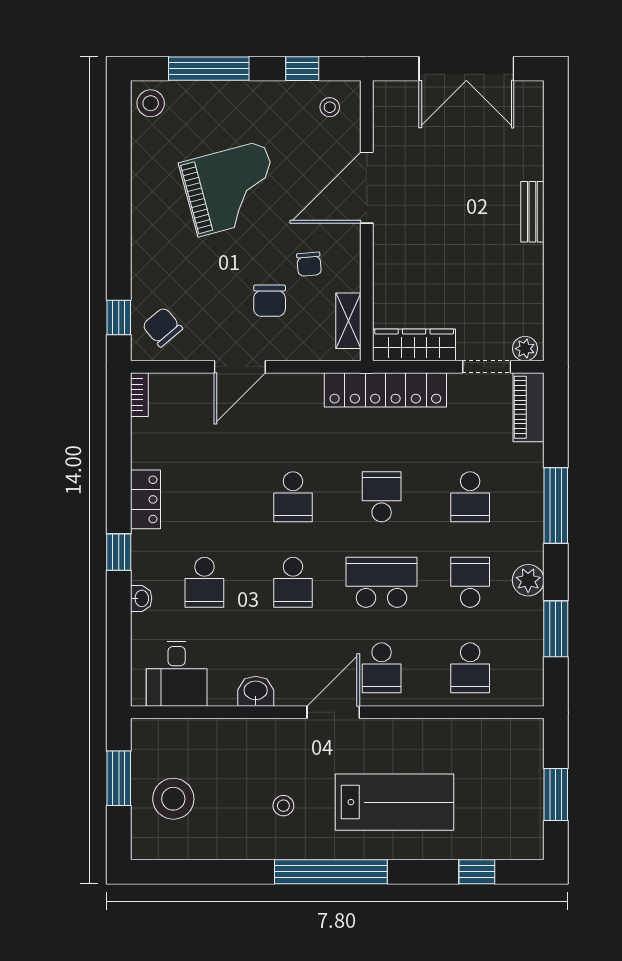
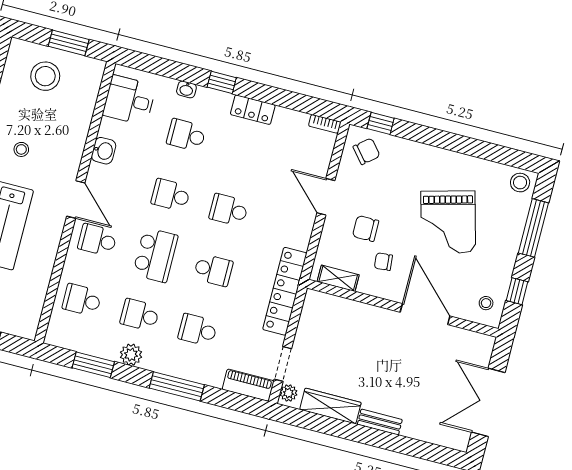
wardrobe: (414, 345) -> (330, 406), moved, turned -90
school desk: (470, 582) -> (140, 315), turned 180

